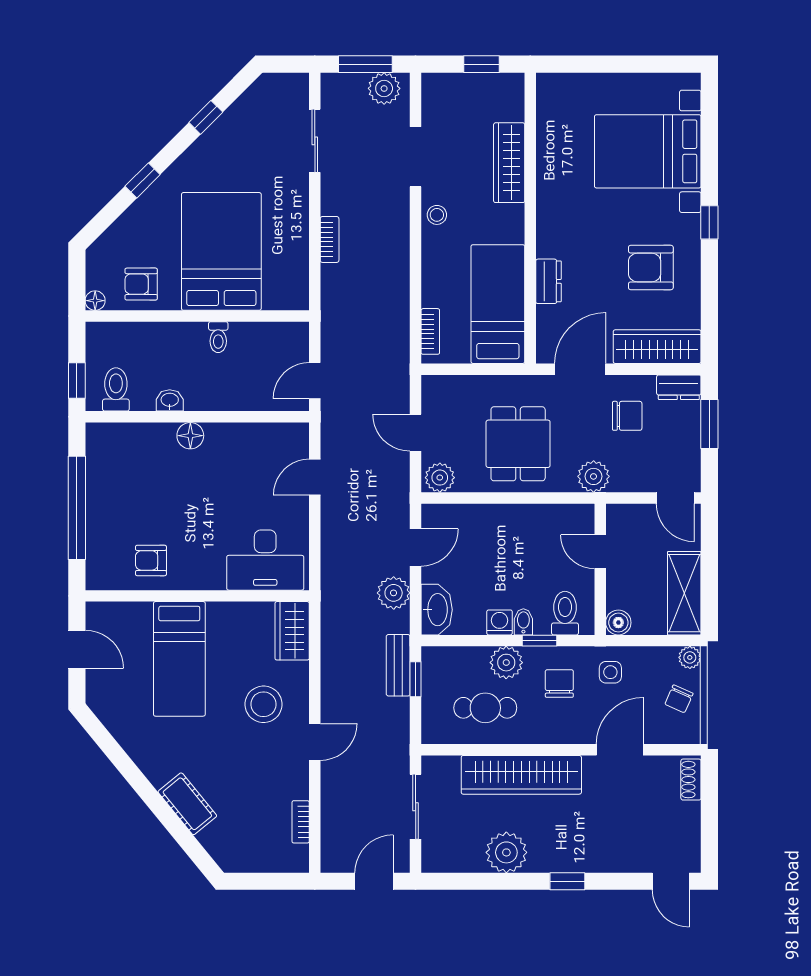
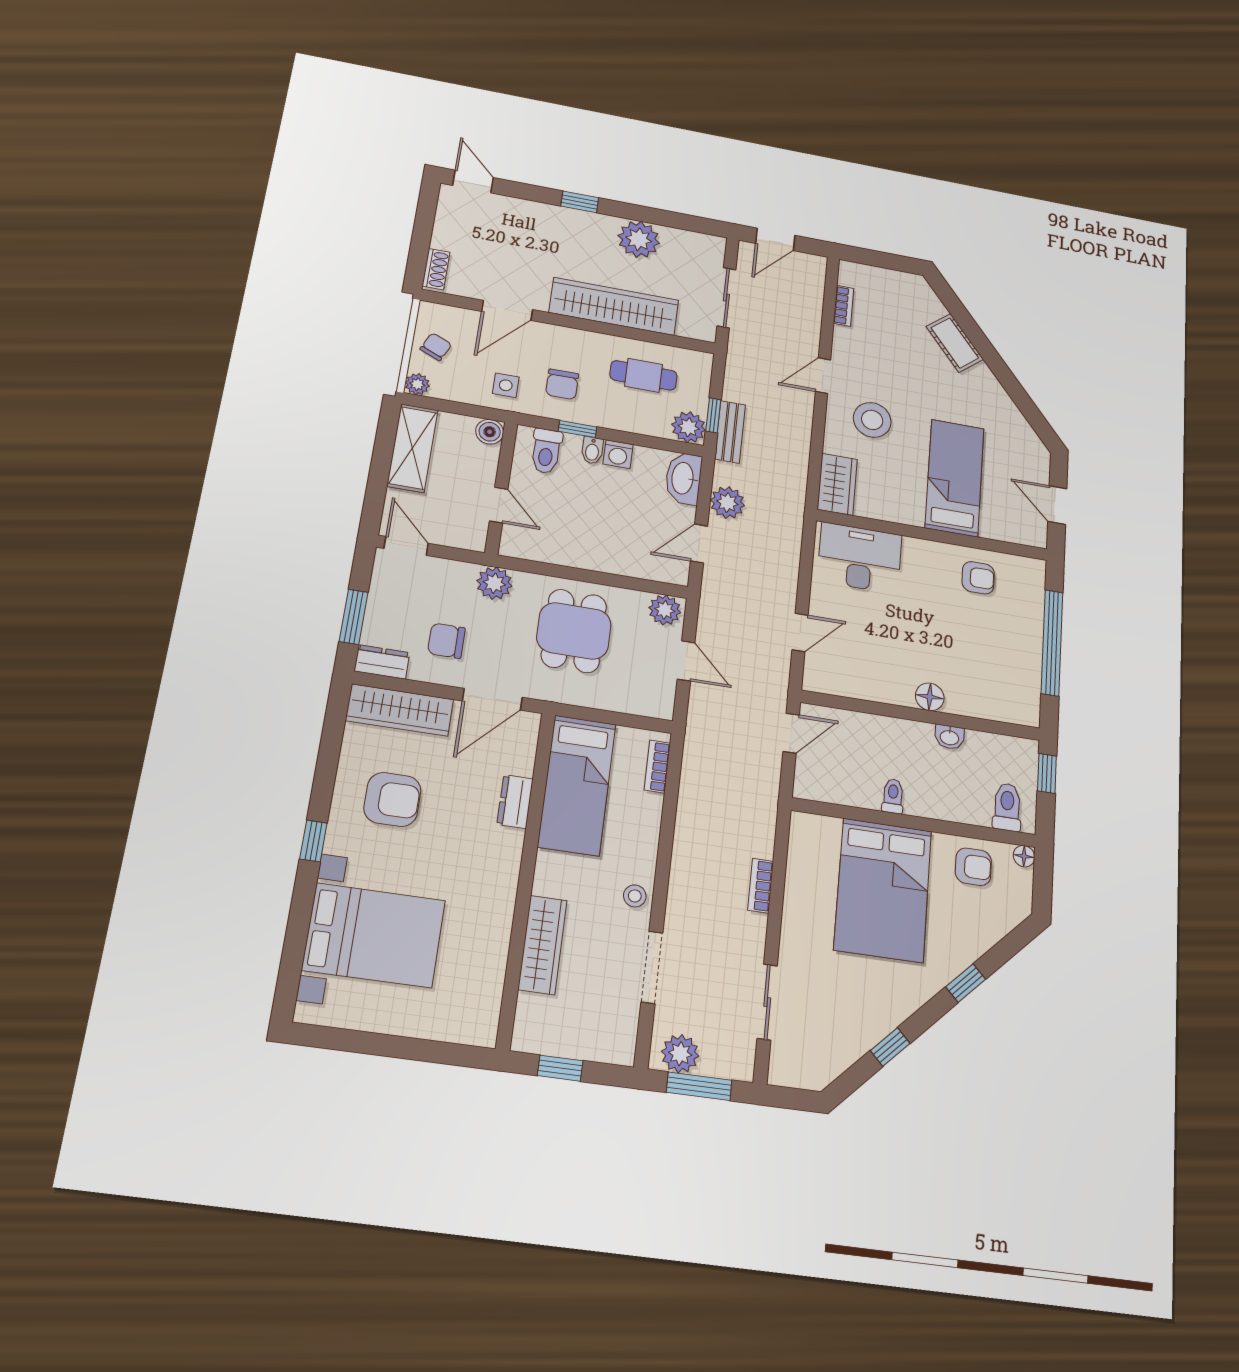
toilet: (116, 389) -> (1007, 807), moved, turned 180
plant: (506, 663) -> (689, 427), moved

